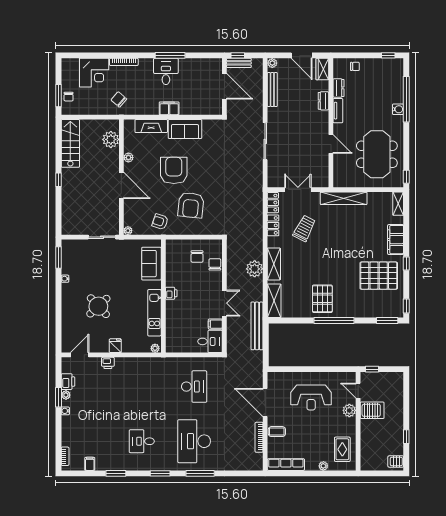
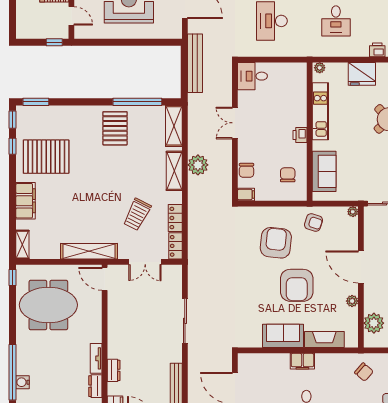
water cooler: (398, 109) -> (23, 382), moved
door: (331, 144) -> (105, 279), moved
meeting table: (377, 154) -> (48, 305), turned 90
chair: (197, 257) -> (288, 175), moved
window: (406, 263) -> (12, 146), moved
window: (334, 320) -> (137, 102), moved
filing cabinet: (215, 324) -> (246, 195), moved
bench: (257, 326) -> (195, 63), moved
fridge: (115, 346) -> (362, 74), width x1.88, depth x1.34
desk: (142, 387) -> (336, 21), added

